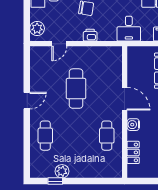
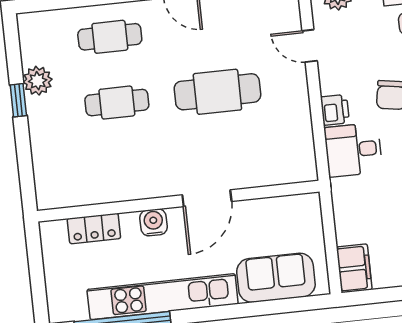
desk: (129, 29) -> (353, 150), moved
cafe table: (107, 136) -> (117, 103), moved
window: (55, 181) -> (18, 100), moved

